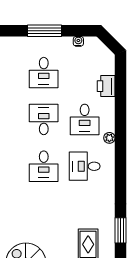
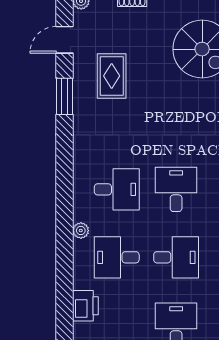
desk: (44, 119) -> (176, 257), turned -90
desk: (85, 119) -> (117, 257), turned -90

